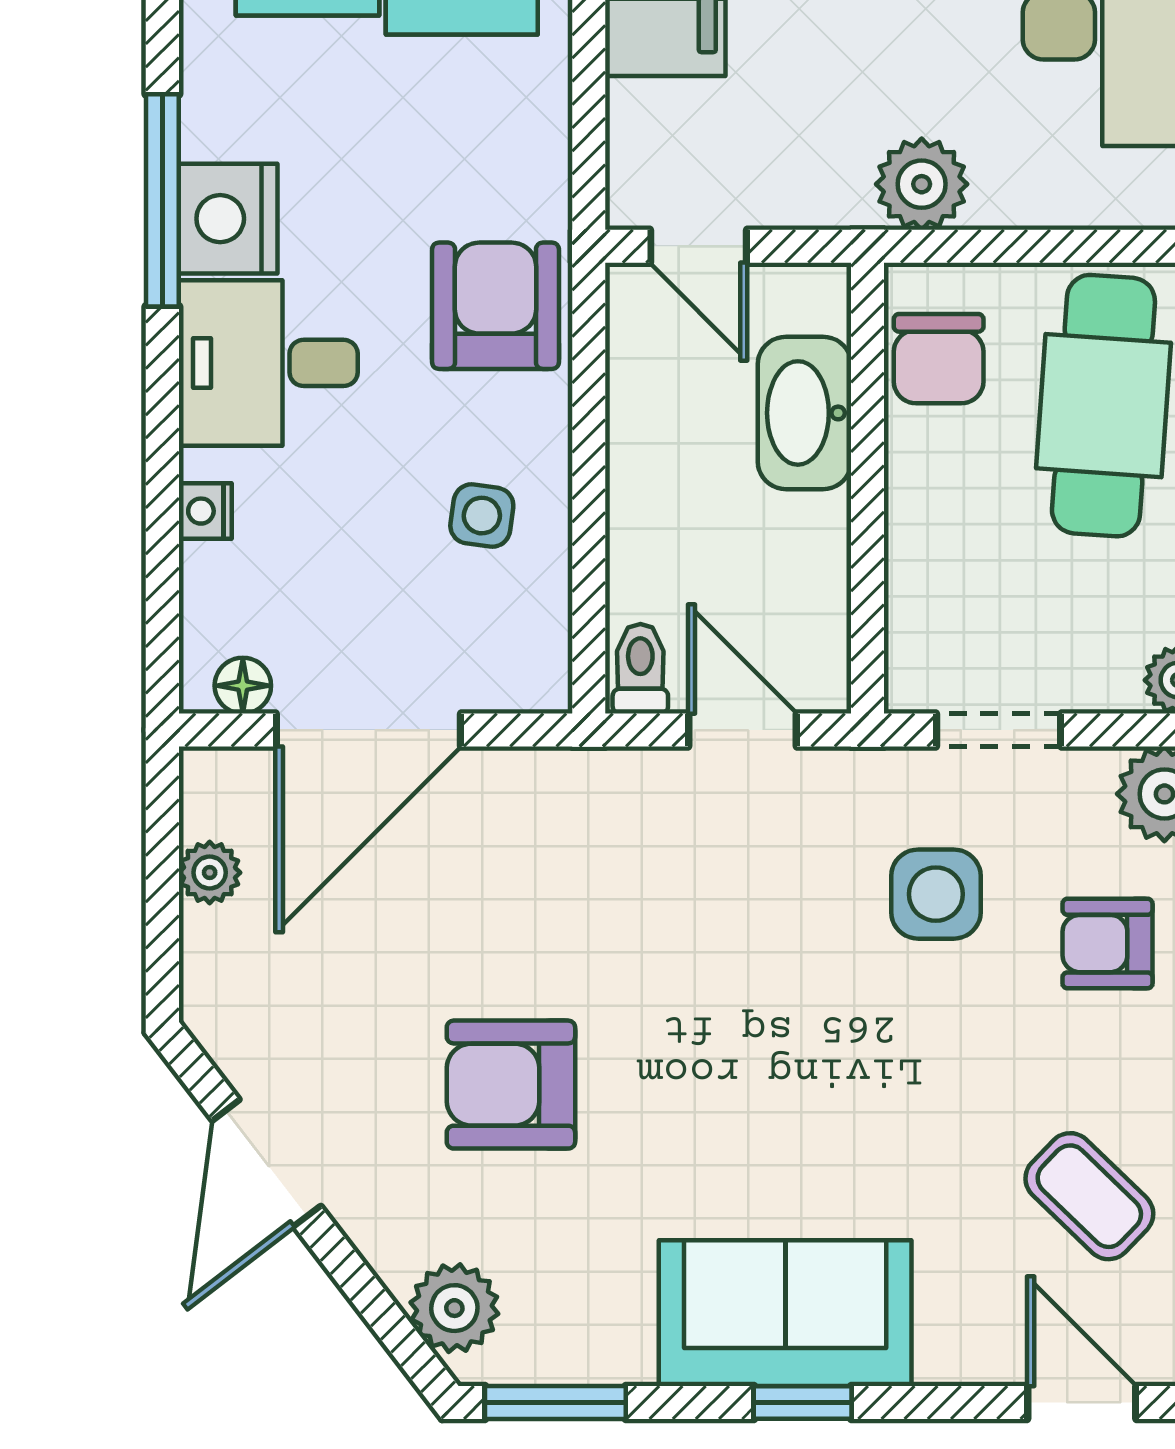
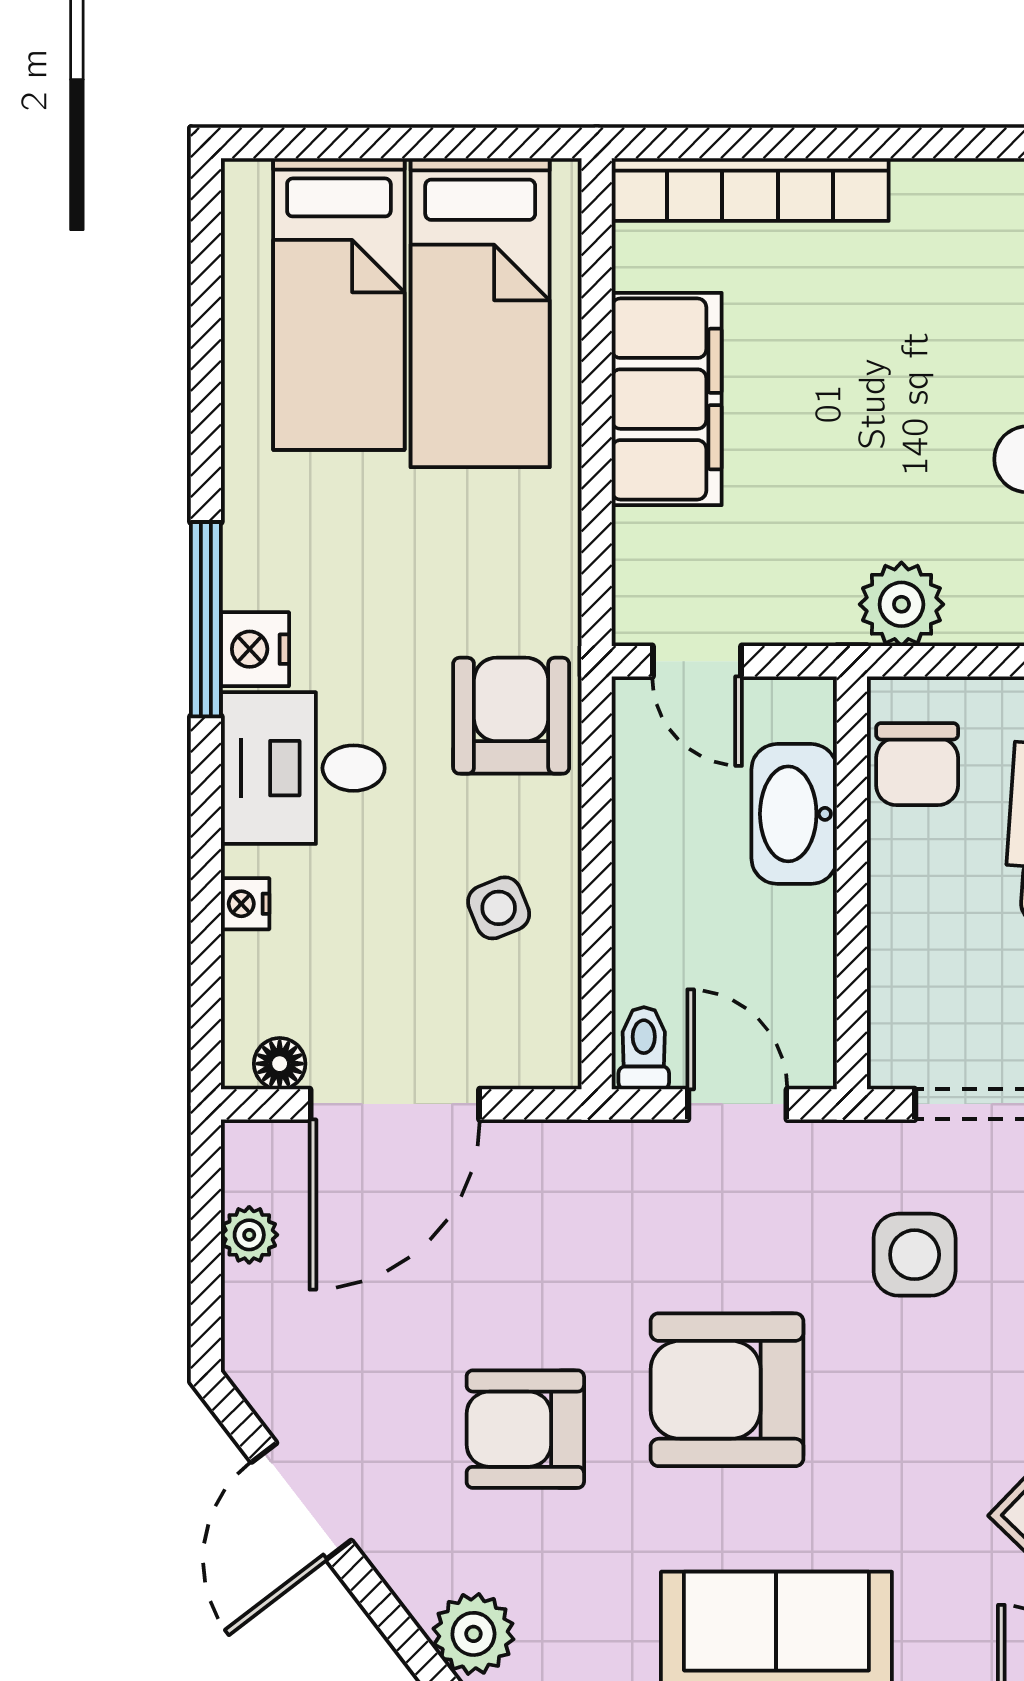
nightstand: (228, 219) -> (255, 649), width x0.74, depth x0.75
side table: (482, 516) -> (499, 908), turned -30
armchair: (731, 1042) -> (727, 1390), added

